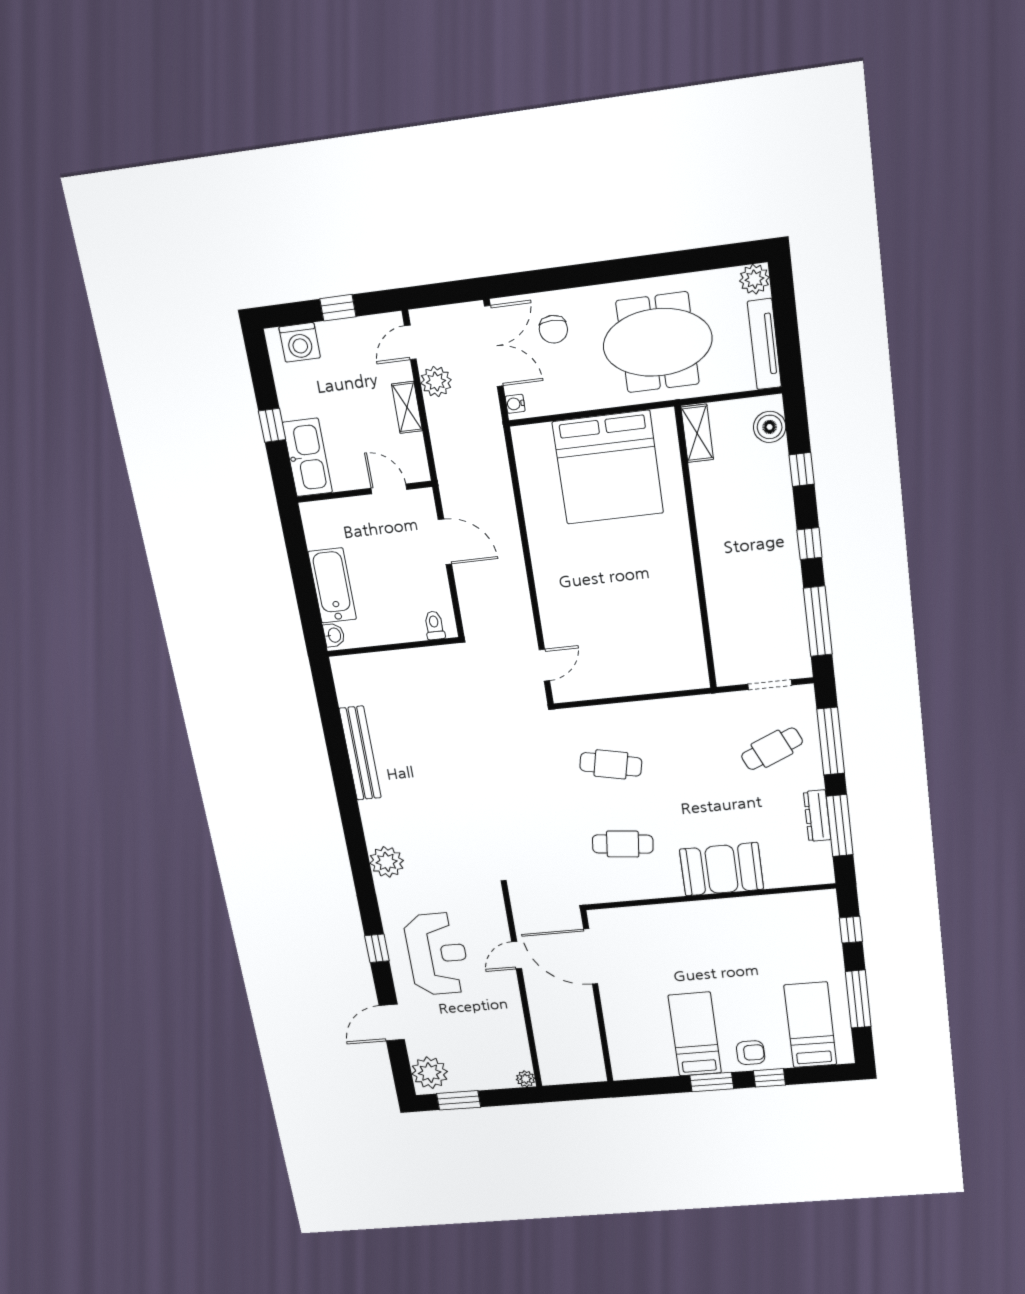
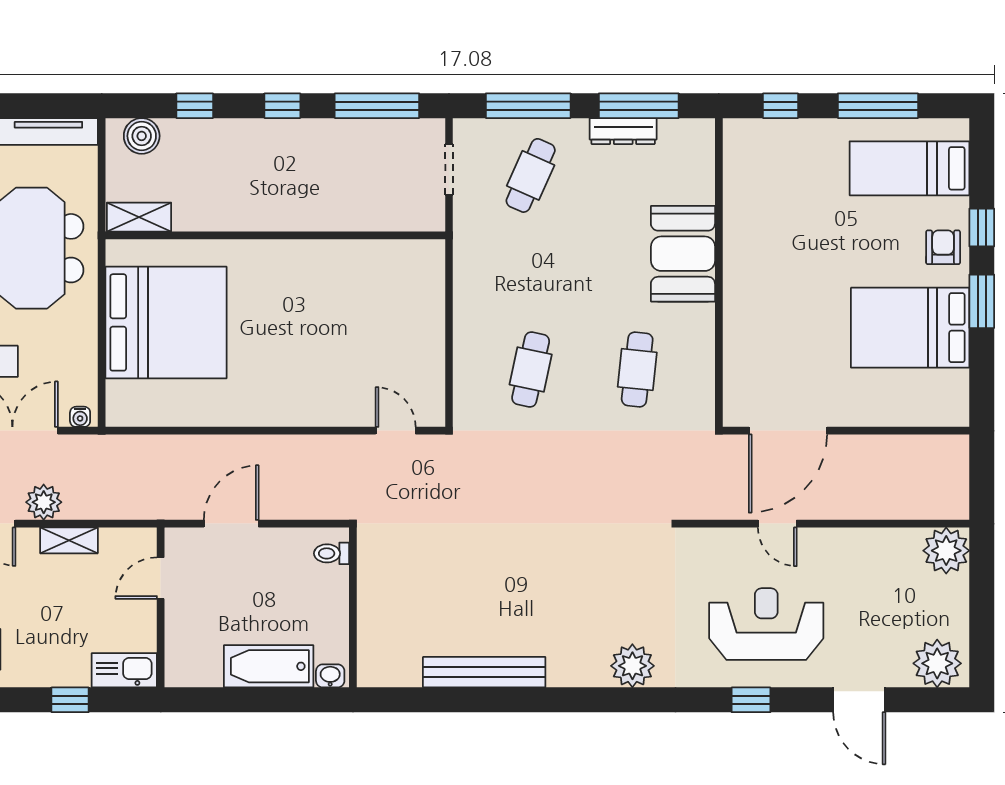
kitchen sink: (307, 457) -> (124, 670), width x0.73, depth x0.81
cafe table: (772, 749) -> (531, 175), turned 48
bed: (695, 1034) -> (910, 328), width x1.50
plant: (526, 1079) -> (946, 551), width x1.88, depth x1.88
window: (459, 1100) -> (982, 632), removed

